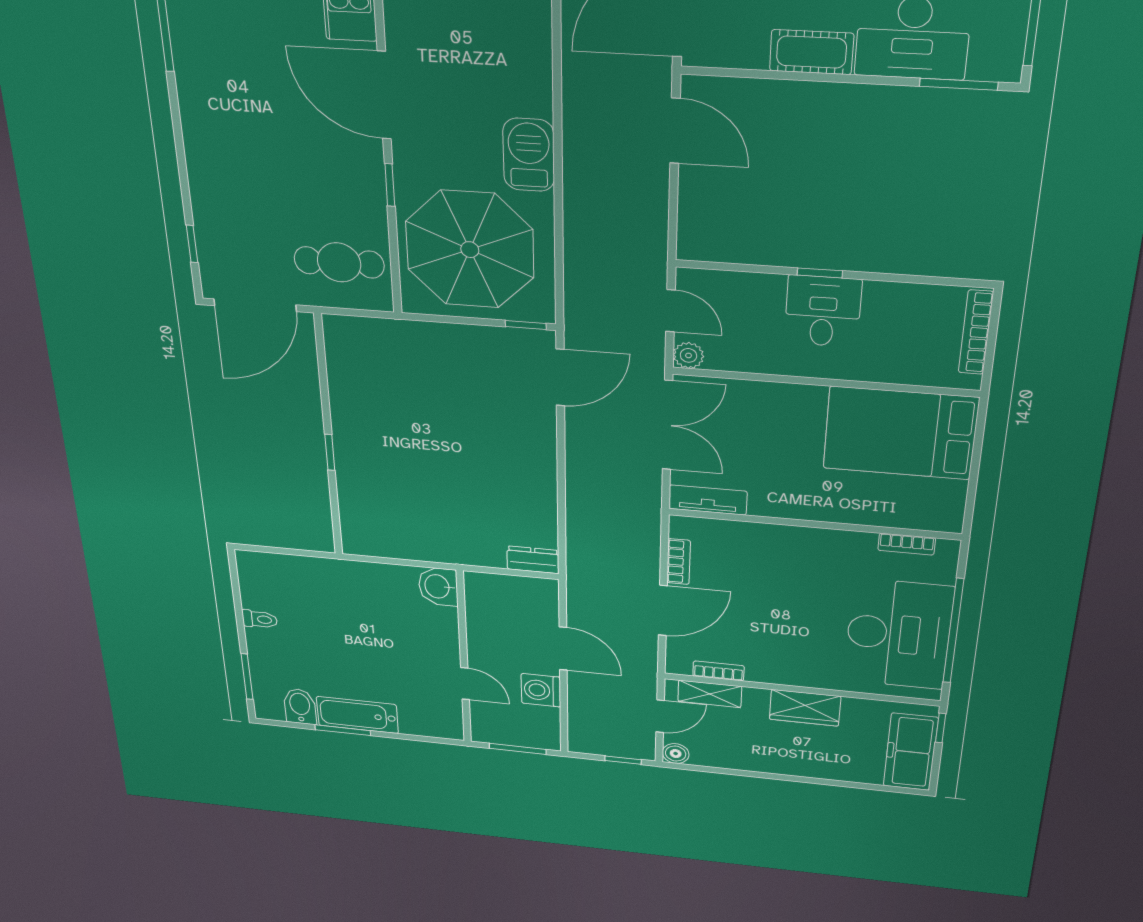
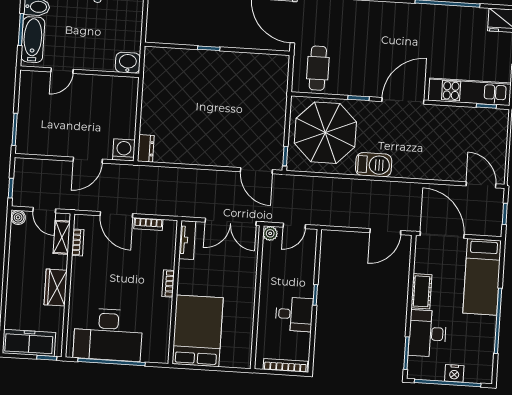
desk: (823, 311) -> (294, 314), moved
bed: (900, 433) -> (198, 331), moved
bookcase: (907, 544) -> (168, 284), moved
washbasin: (438, 586) -> (128, 63), moved
wall: (464, 658) -> (80, 72), moved
door: (465, 684) -> (62, 71), moved
washing machine: (541, 690) -> (124, 150), moved

